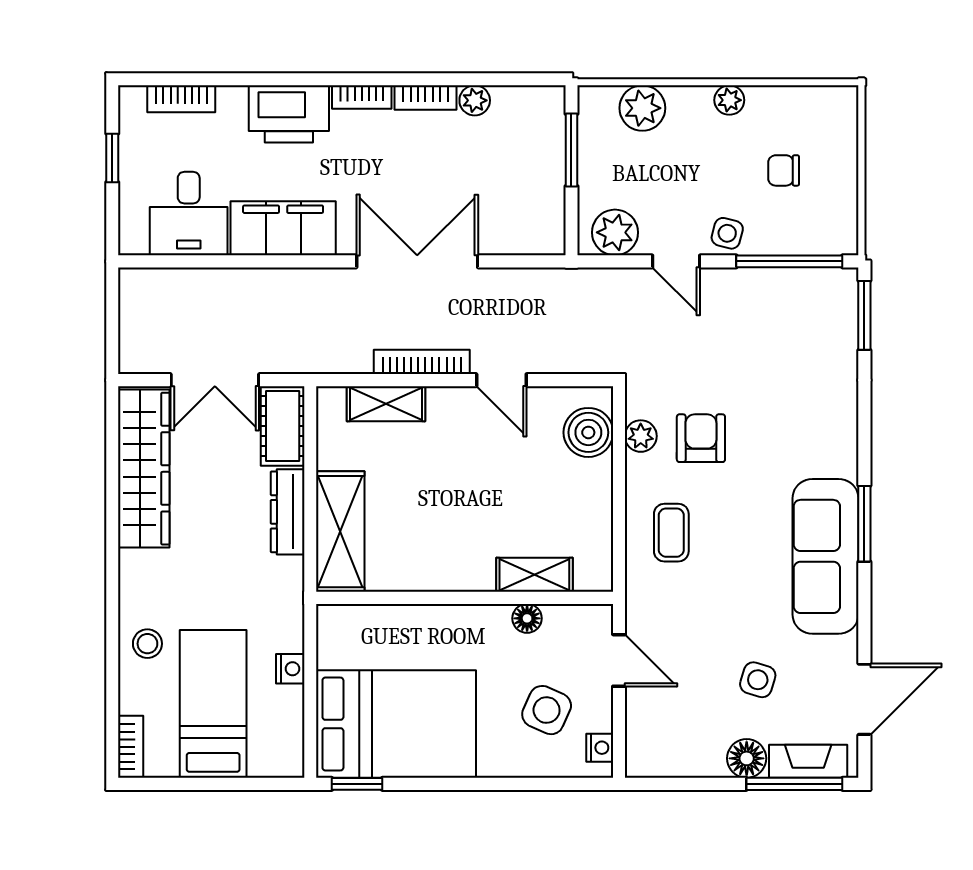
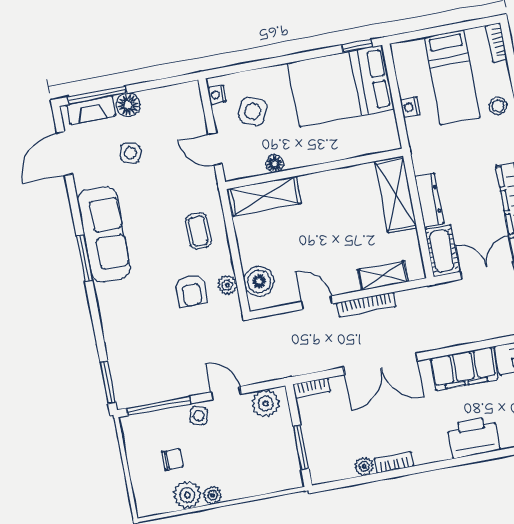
bookcase: (362, 97) -> (312, 388), moved, turned 180
plant: (642, 108) -> (187, 495), moved
shelving: (534, 575) -> (264, 196), width x1.50, depth x1.33

